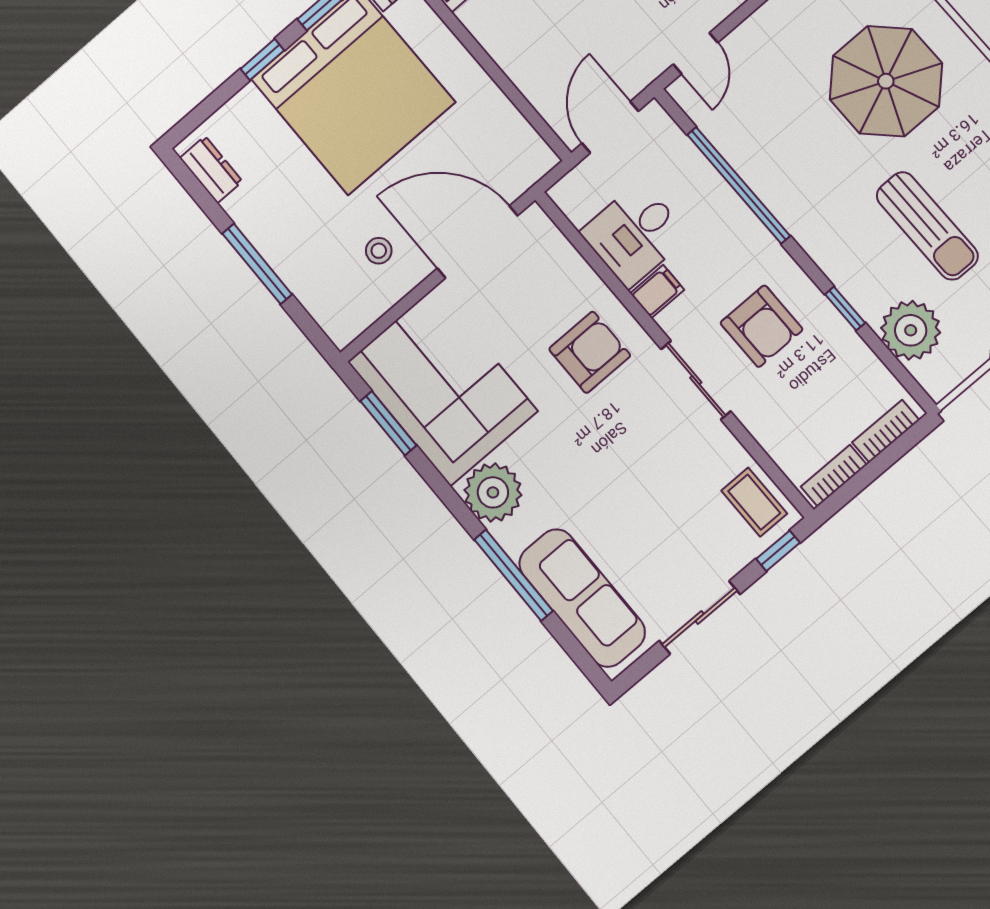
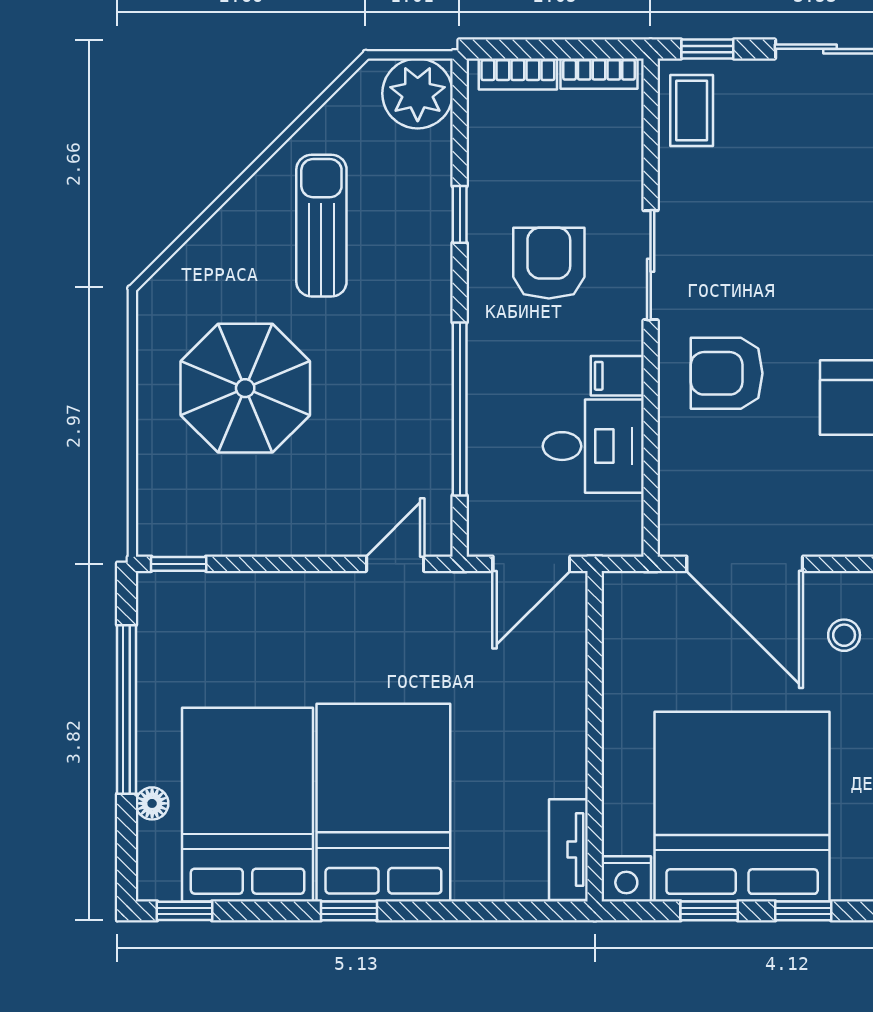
plant: (911, 330) -> (418, 93), moved

